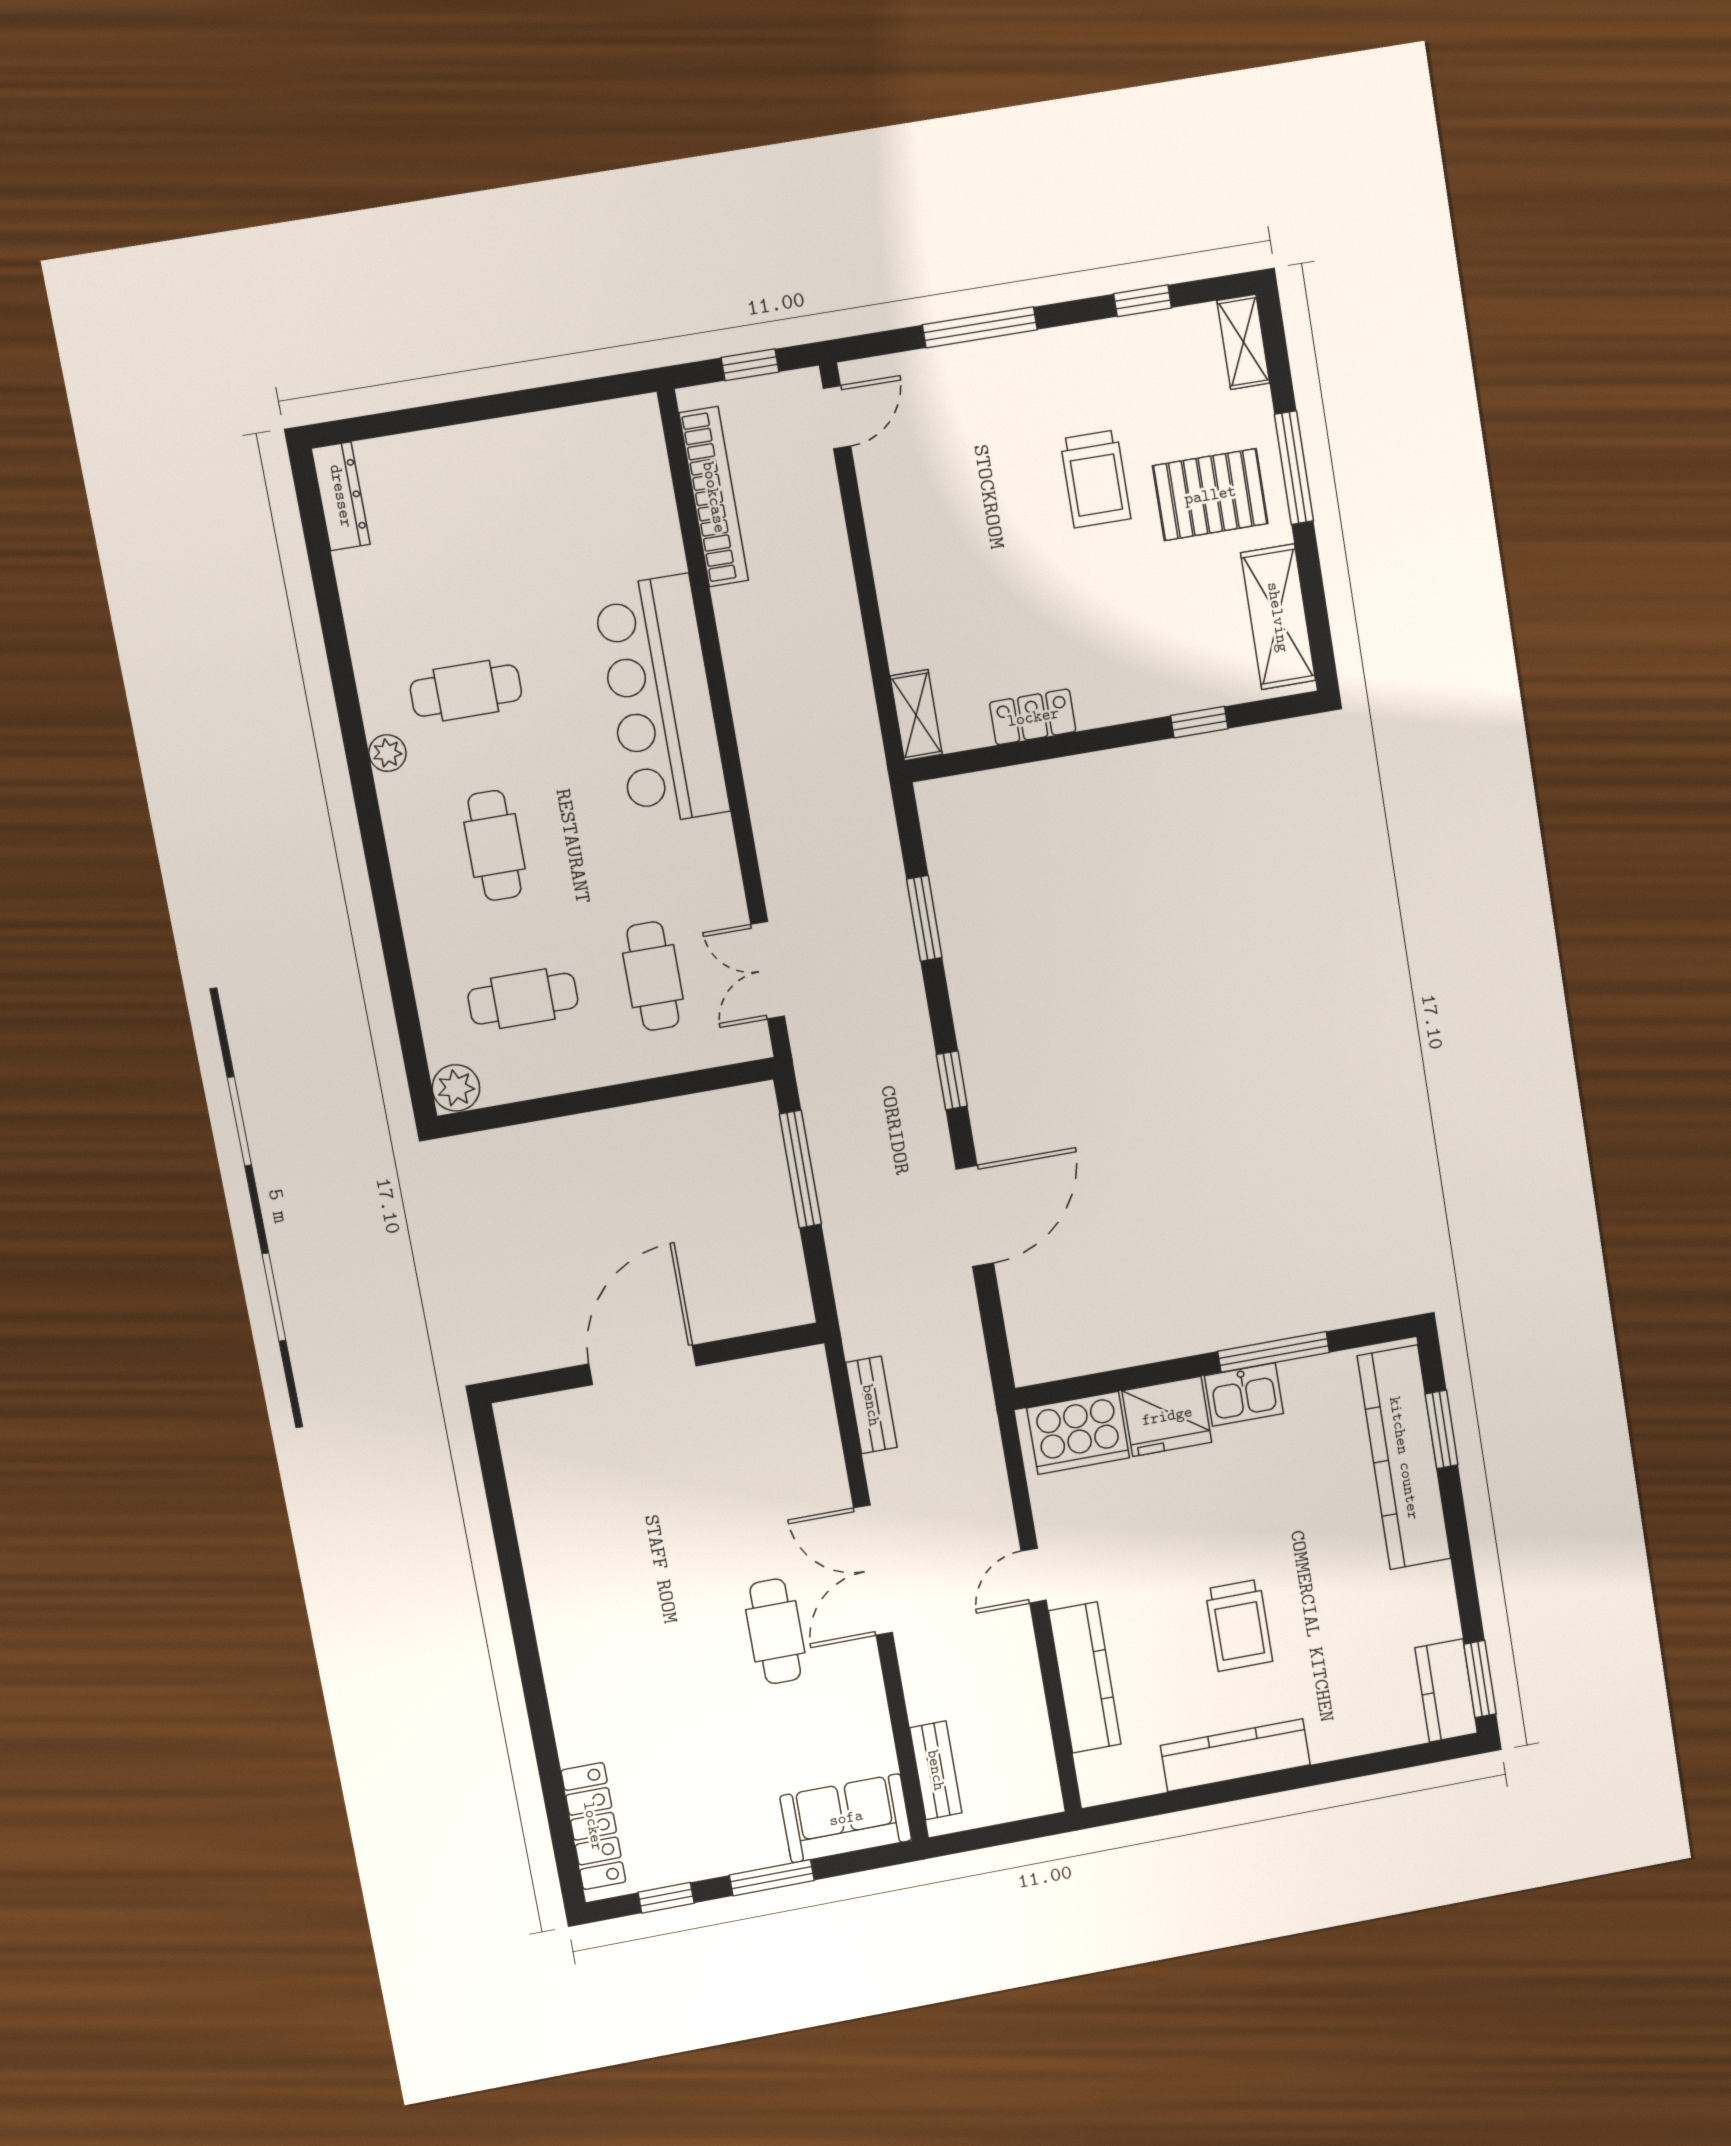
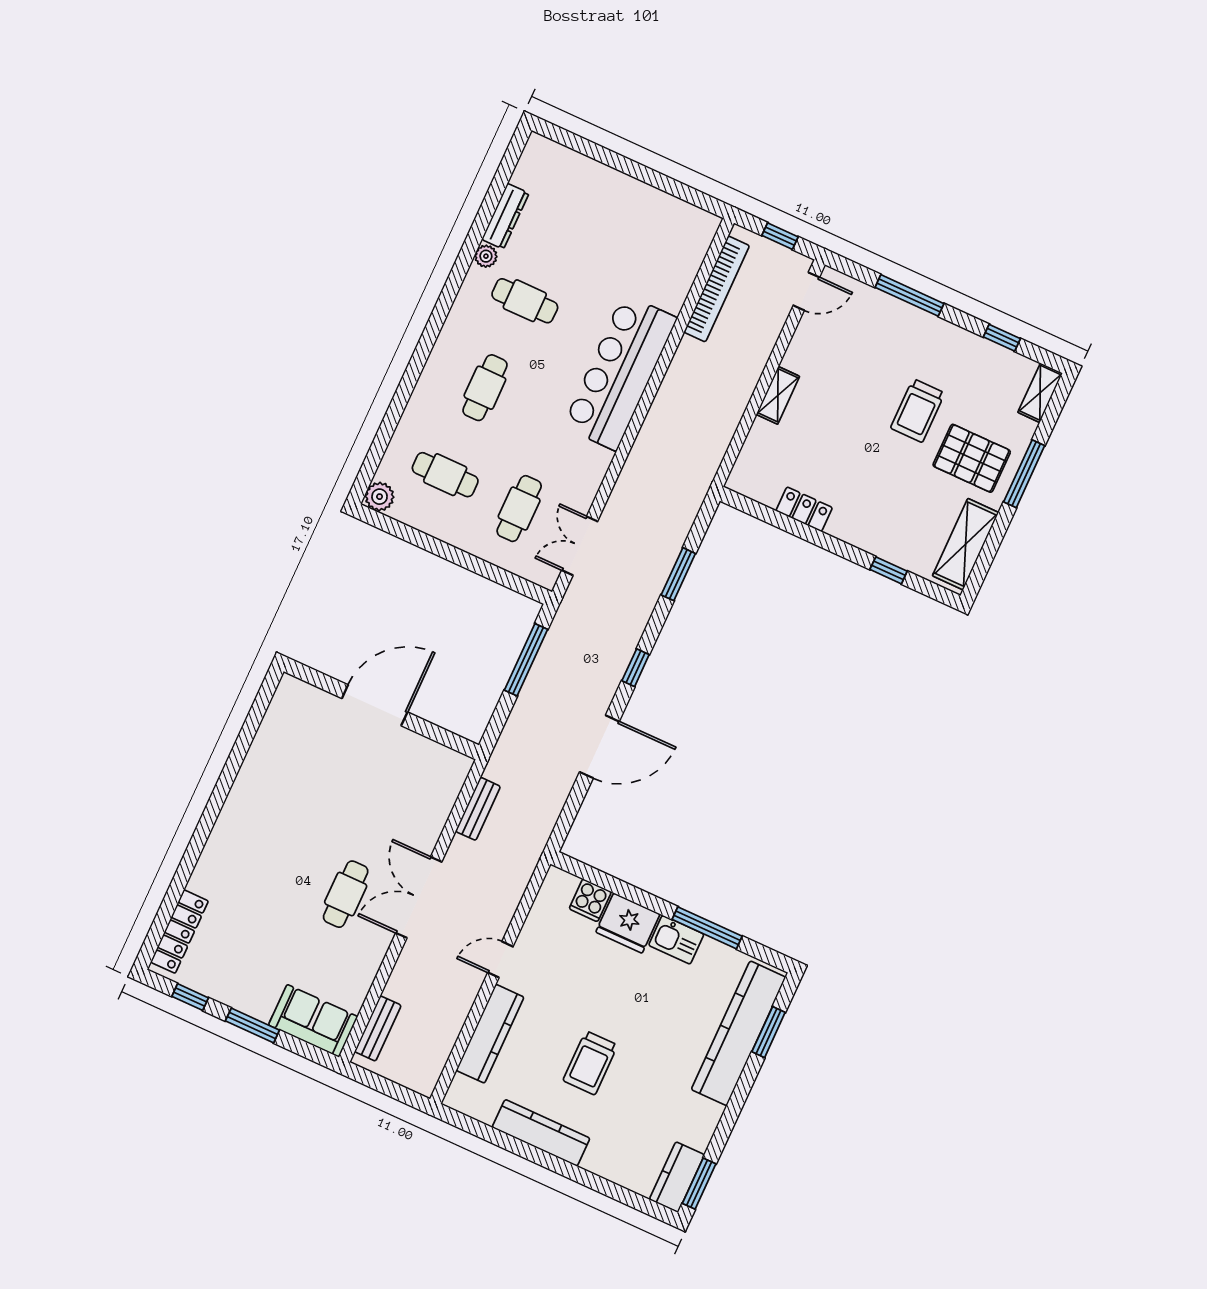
dresser: (341, 496) -> (505, 216), moved
shelving: (916, 715) -> (778, 395), moved
plant: (387, 753) -> (486, 256), moved
cooker: (1078, 1433) -> (590, 900), width x0.53, depth x0.76

